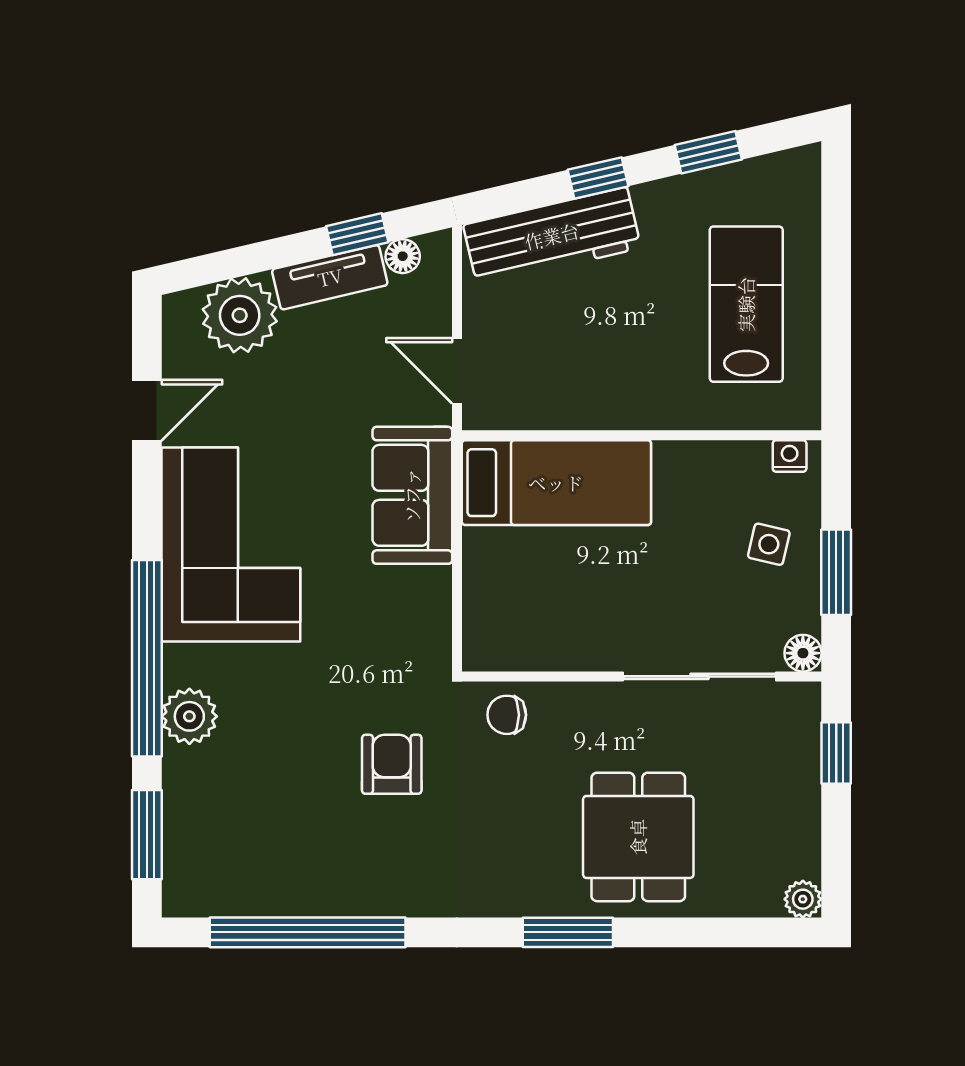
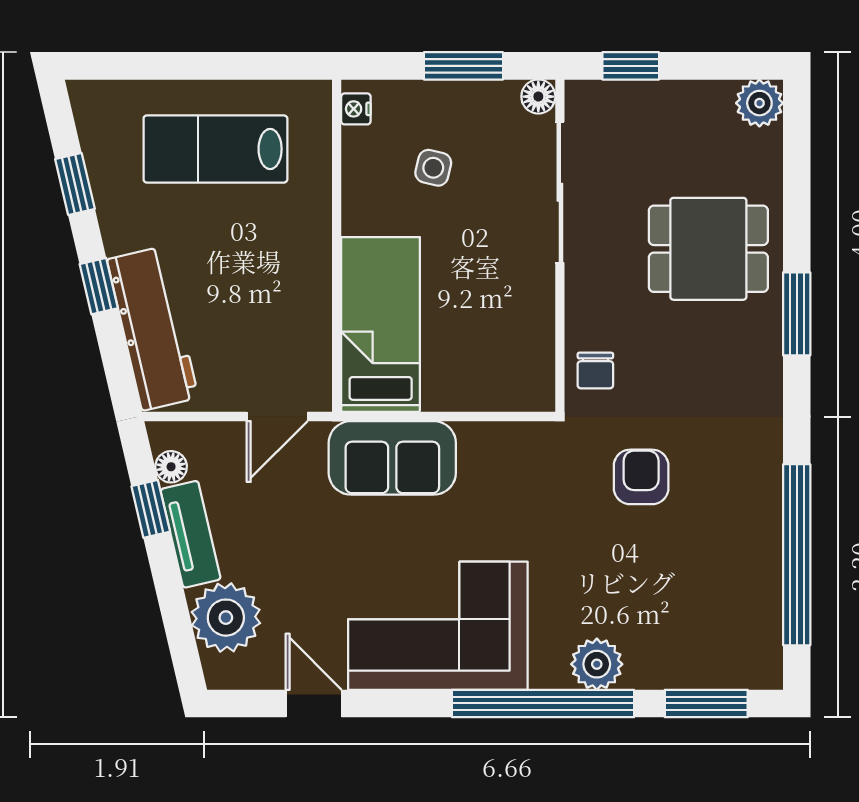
side table: (769, 544) -> (433, 168), moved
armchair: (392, 764) -> (641, 477), turned 90
plant: (803, 899) -> (759, 103), width x1.38, depth x1.38

